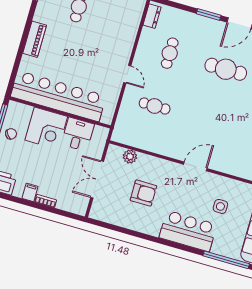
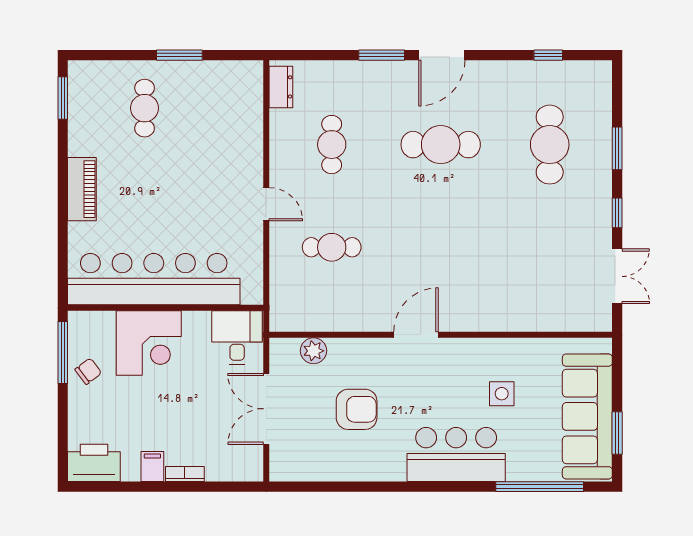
desk: (78, 134) -> (237, 338), moved
door: (195, 166) -> (416, 335), moved

